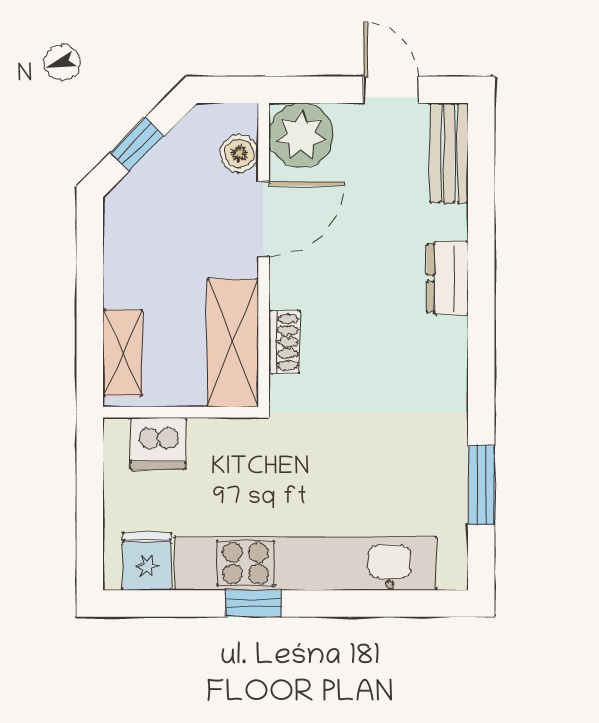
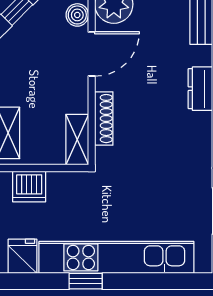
shoe rack: (284, 342) -> (104, 119), width x1.43
shelving: (233, 343) -> (77, 140), width x0.67, depth x0.75

